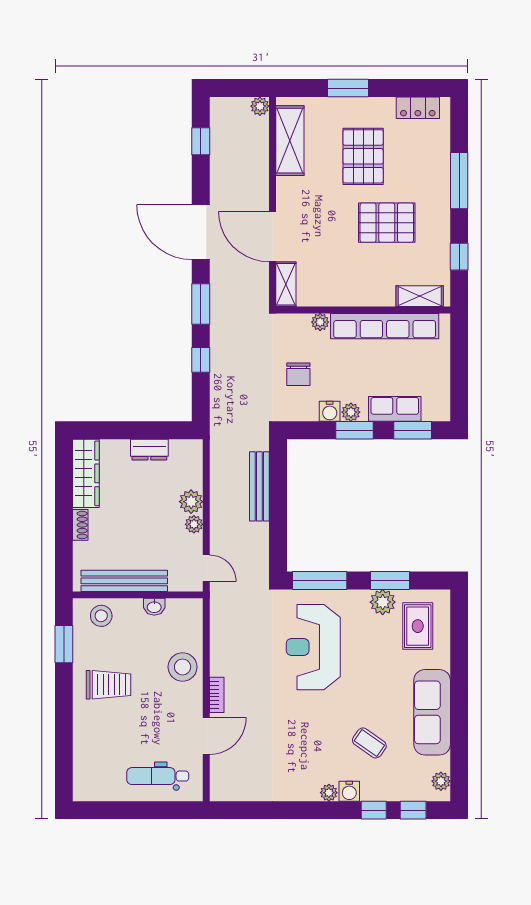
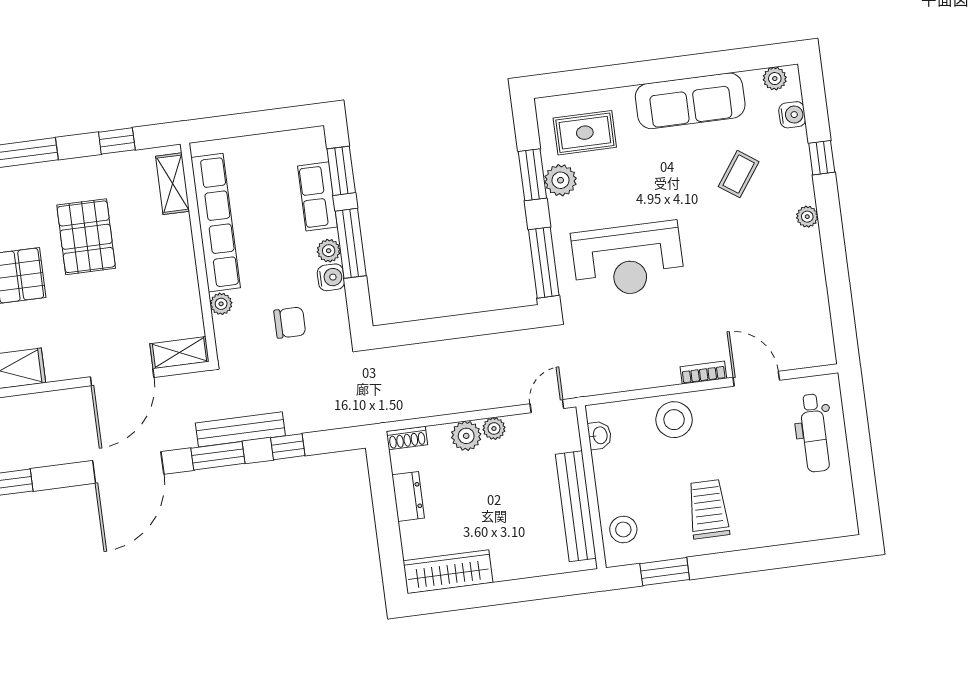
window: (355, 430) -> (351, 243), width x1.44
bench: (259, 486) -> (240, 429), moved
shoe rack: (80, 525) -> (407, 438), moved, turned 180
washbasin: (154, 607) -> (600, 435), moved
water cooler: (349, 791) -> (792, 115), moved
window: (413, 810) -> (815, 109), removed

